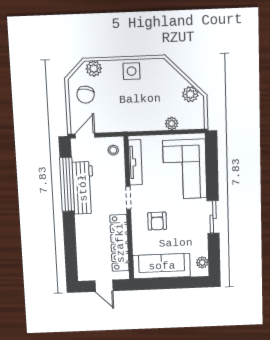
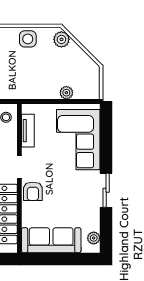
plant: (190, 94) -> (61, 39), moved
tv unit: (135, 162) -> (28, 131), width x0.71
armchair: (157, 221) -> (33, 191), moved

